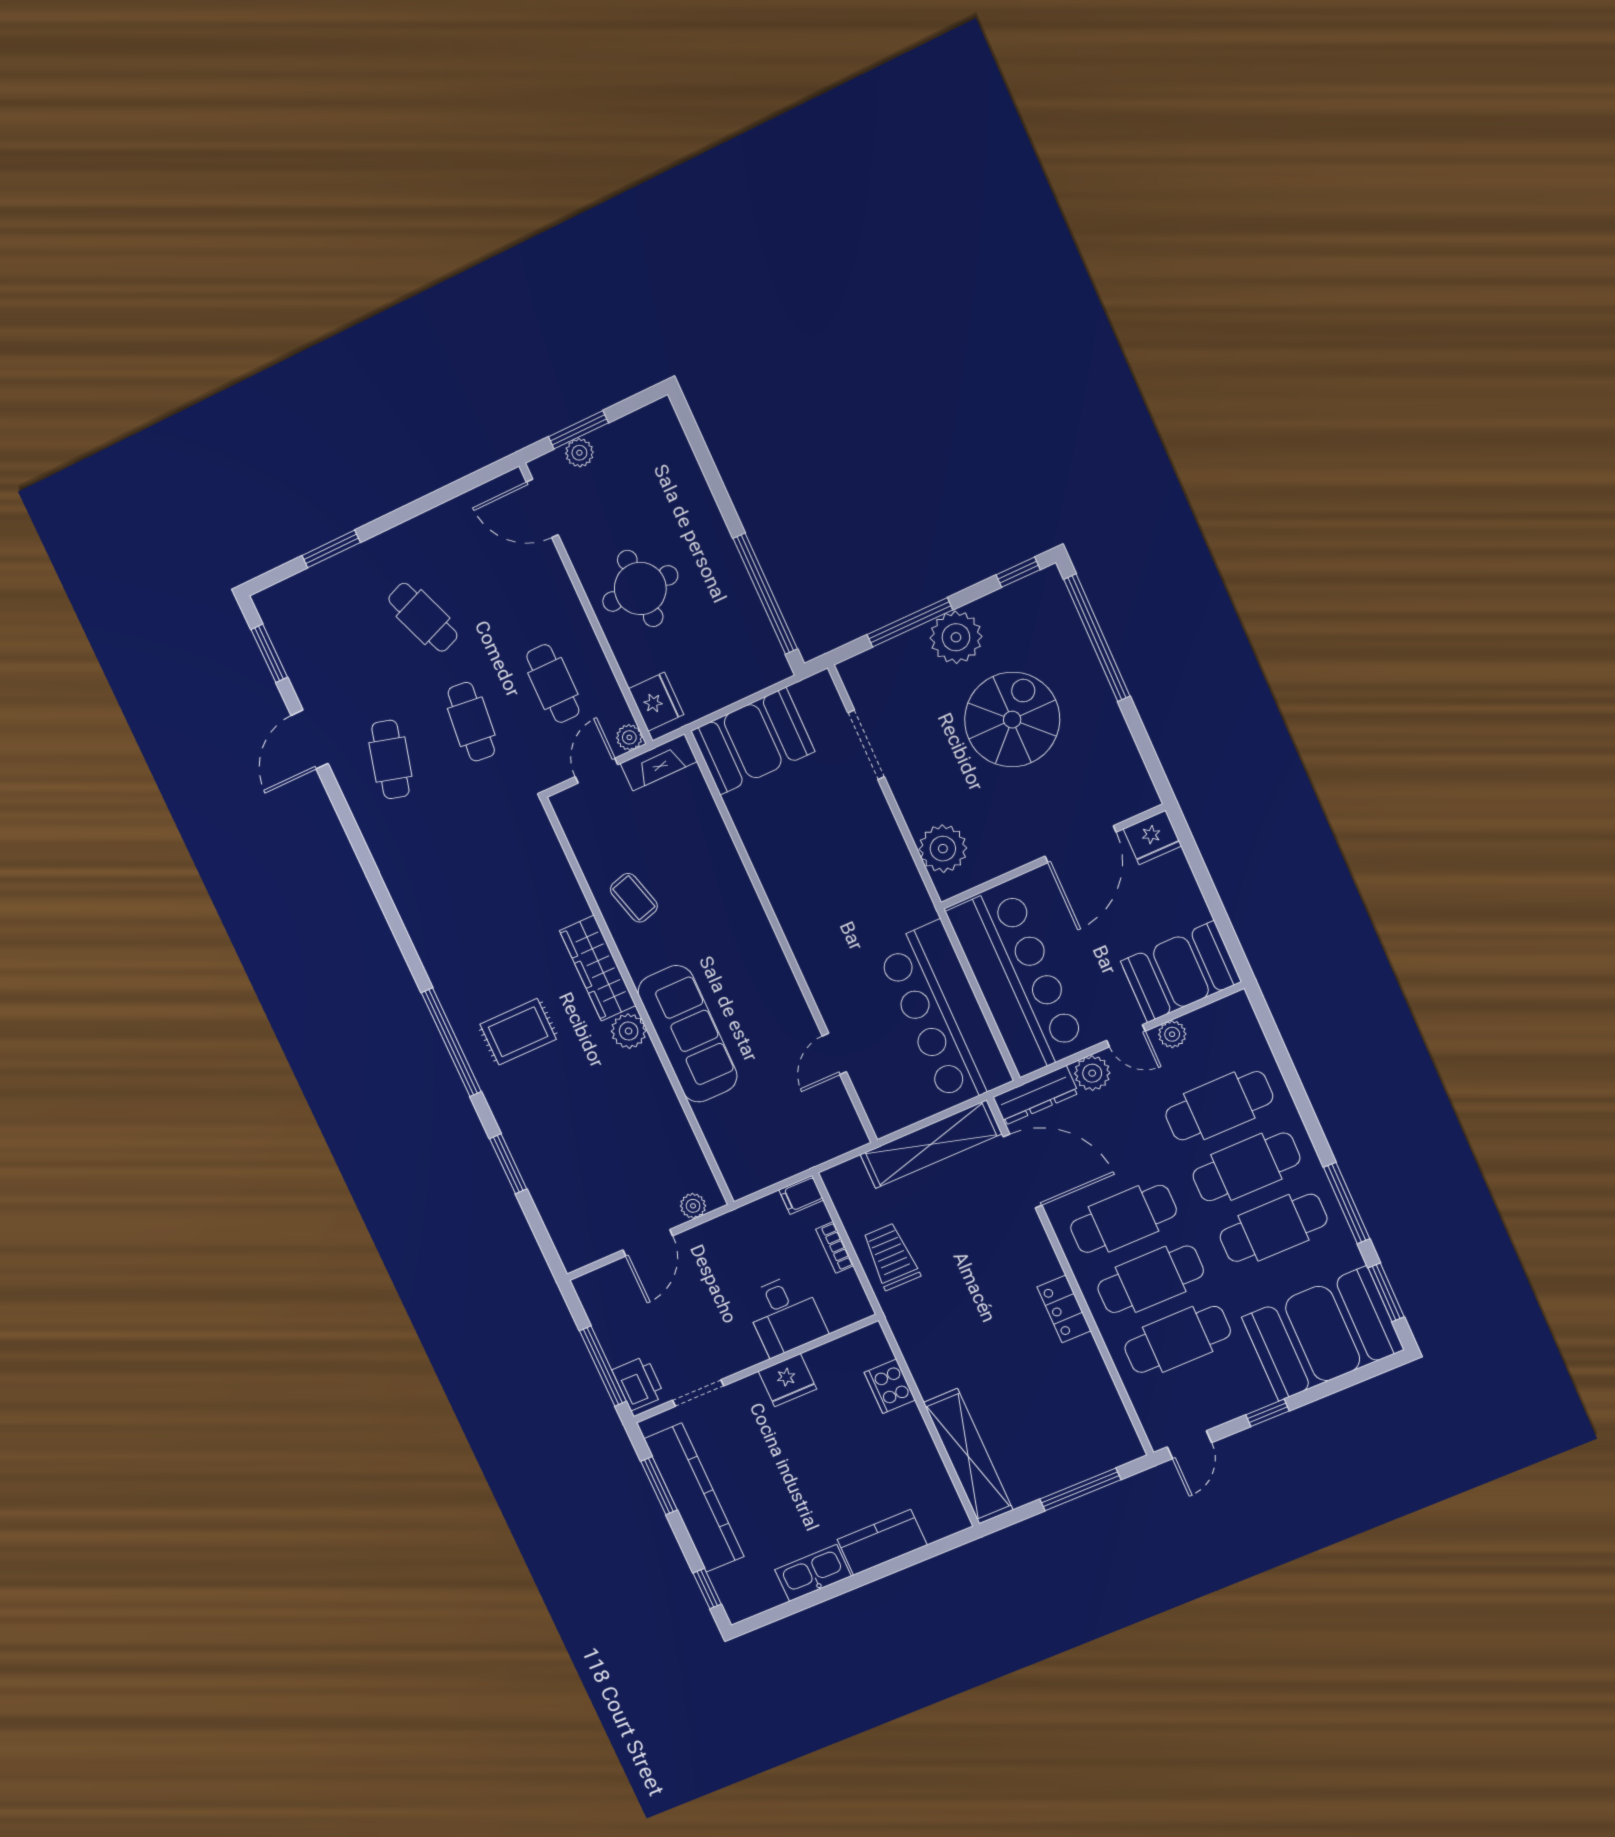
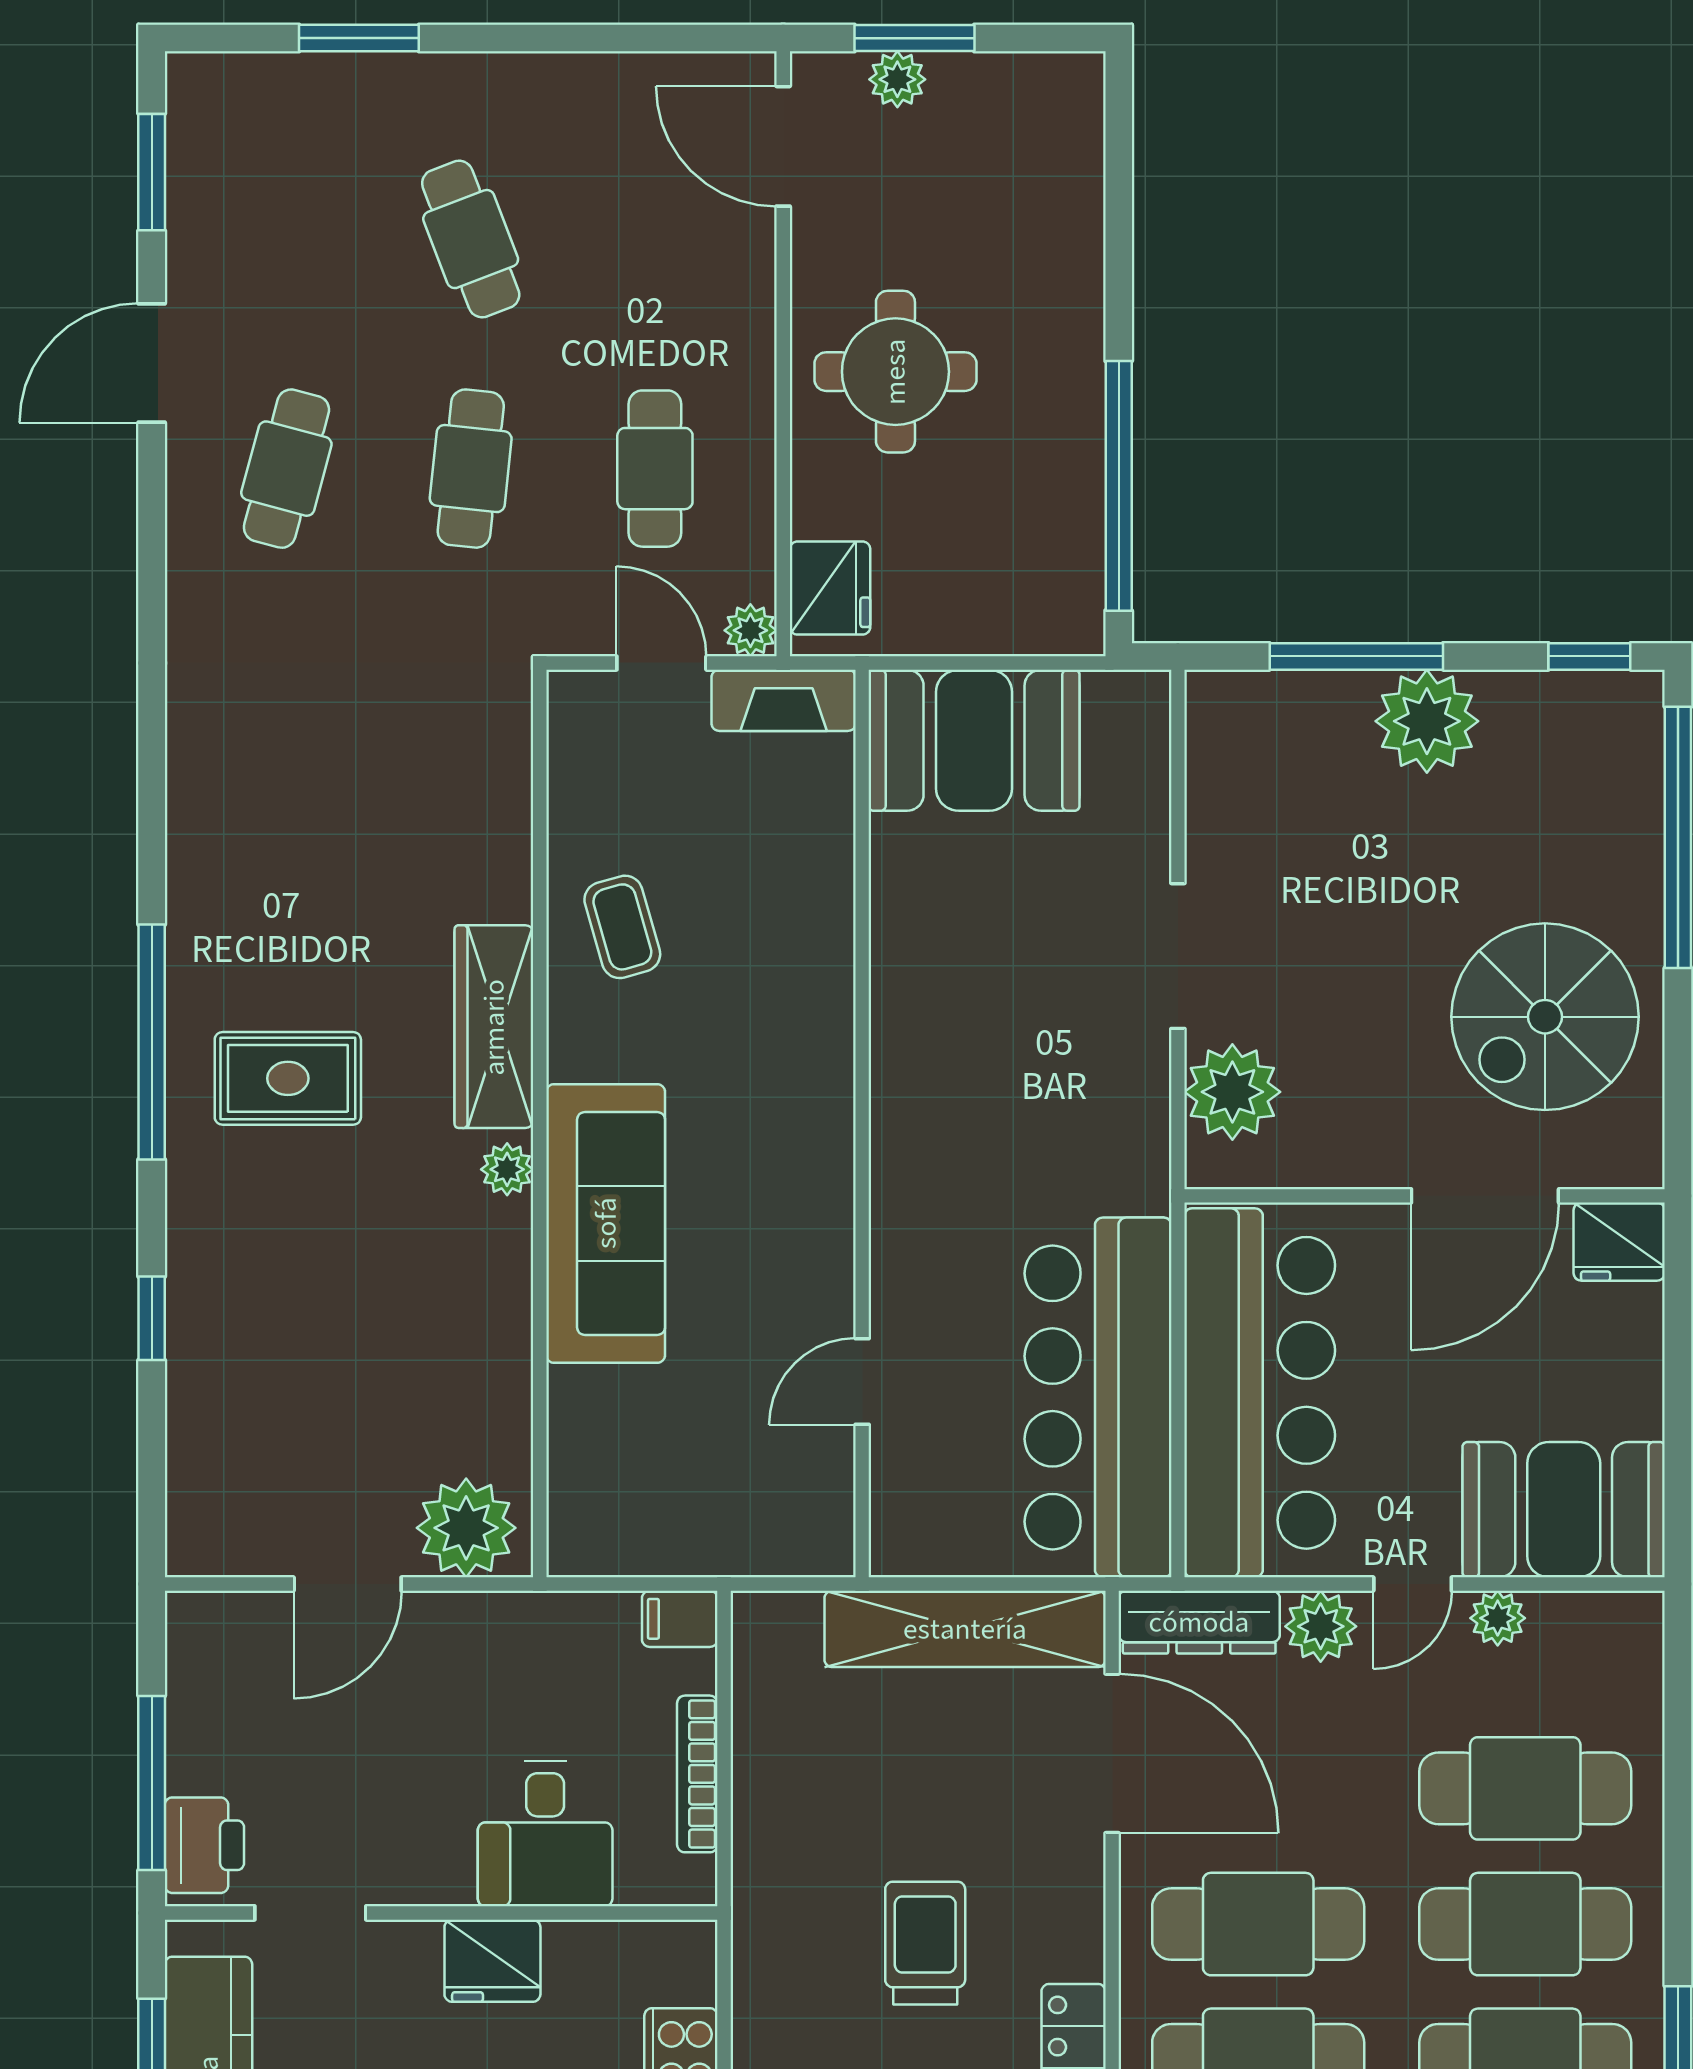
spiral stairs: (1012, 720) -> (1545, 1017), moved, turned 180
doorway: (866, 745) -> (1178, 956), moved
door: (596, 771) -> (661, 663), hinge flipped
plant: (629, 1031) -> (507, 1169), width x0.73, depth x0.73
door: (1126, 1036) -> (1413, 1584), hinge flipped
window: (508, 1164) -> (152, 1318), width x0.67
plant: (693, 1206) -> (466, 1528), width x1.87, depth x1.87
bookcase: (835, 1247) -> (697, 1774), width x1.56
trolley: (891, 1257) -> (925, 1943), moved

